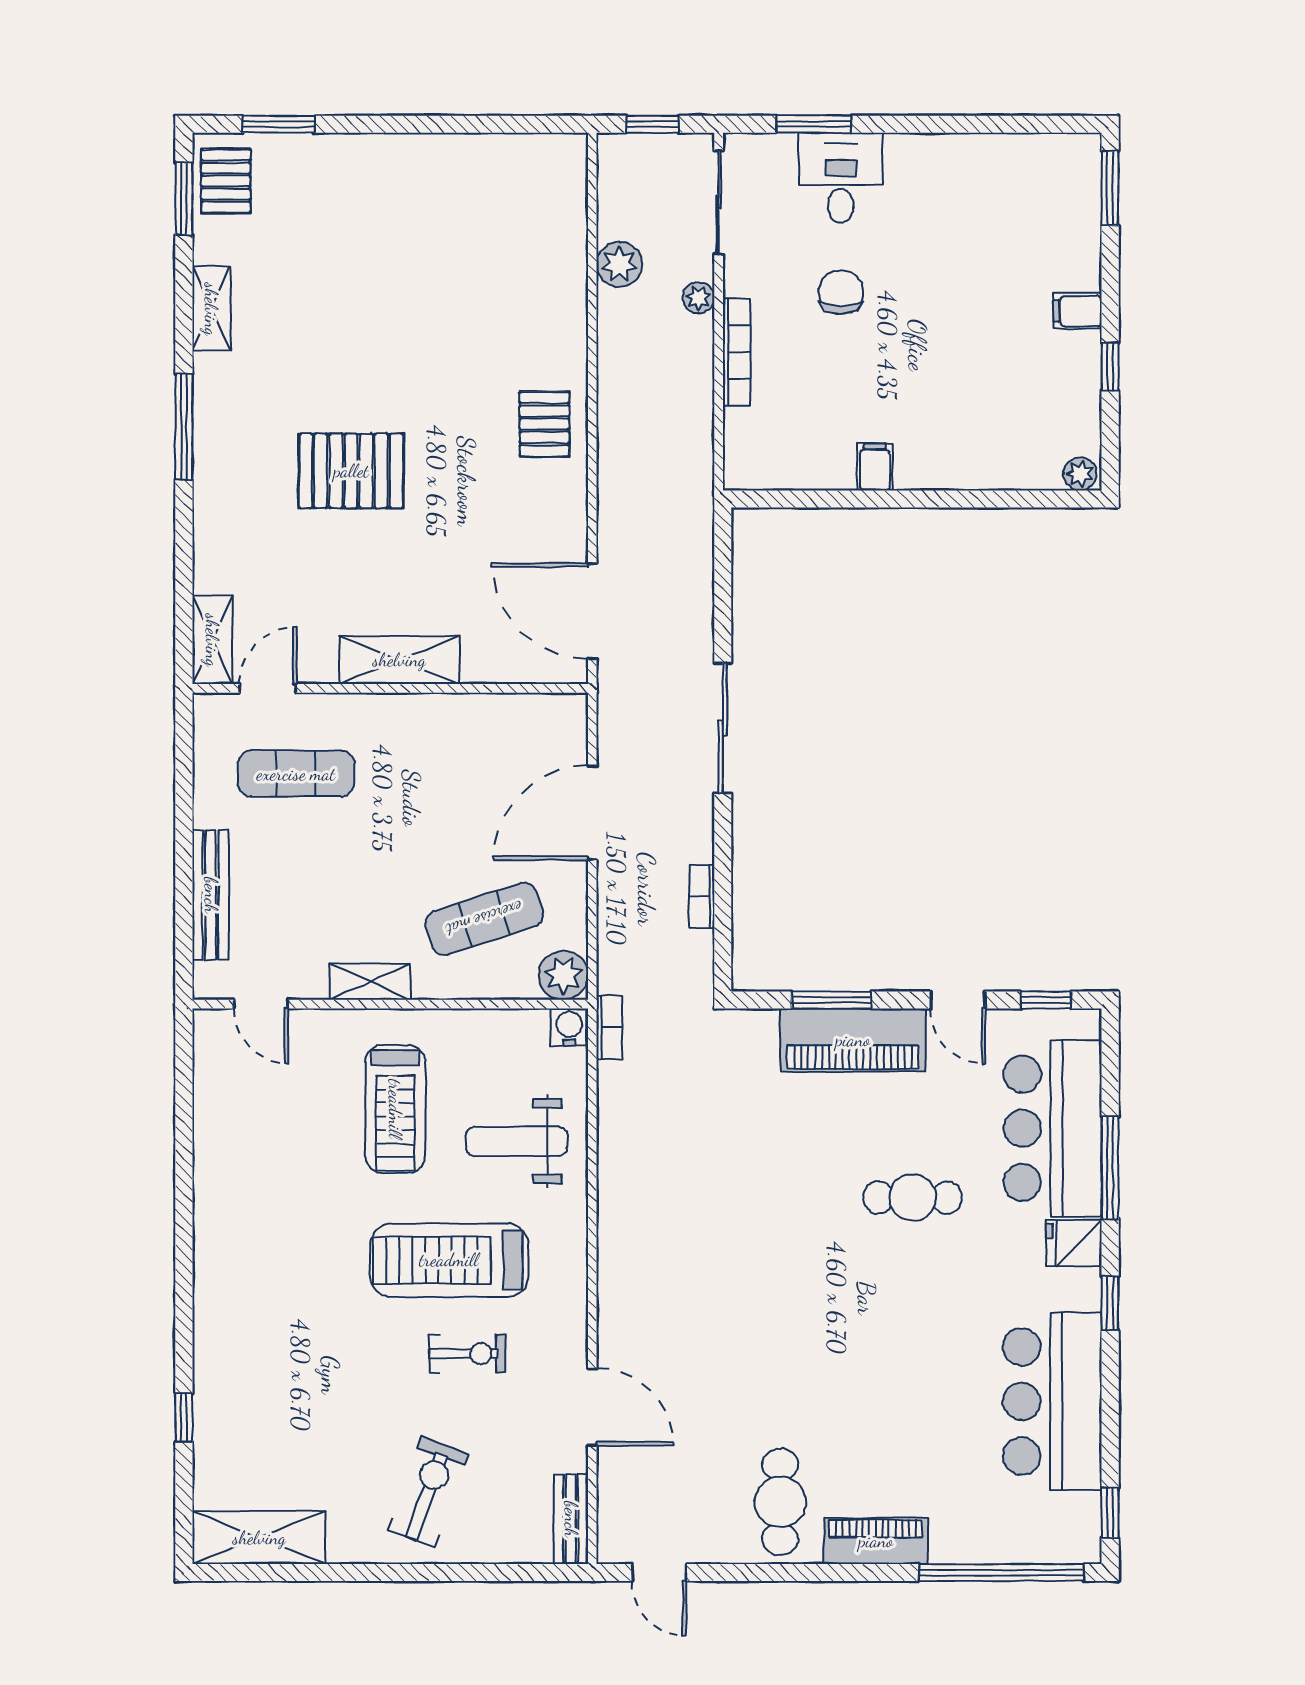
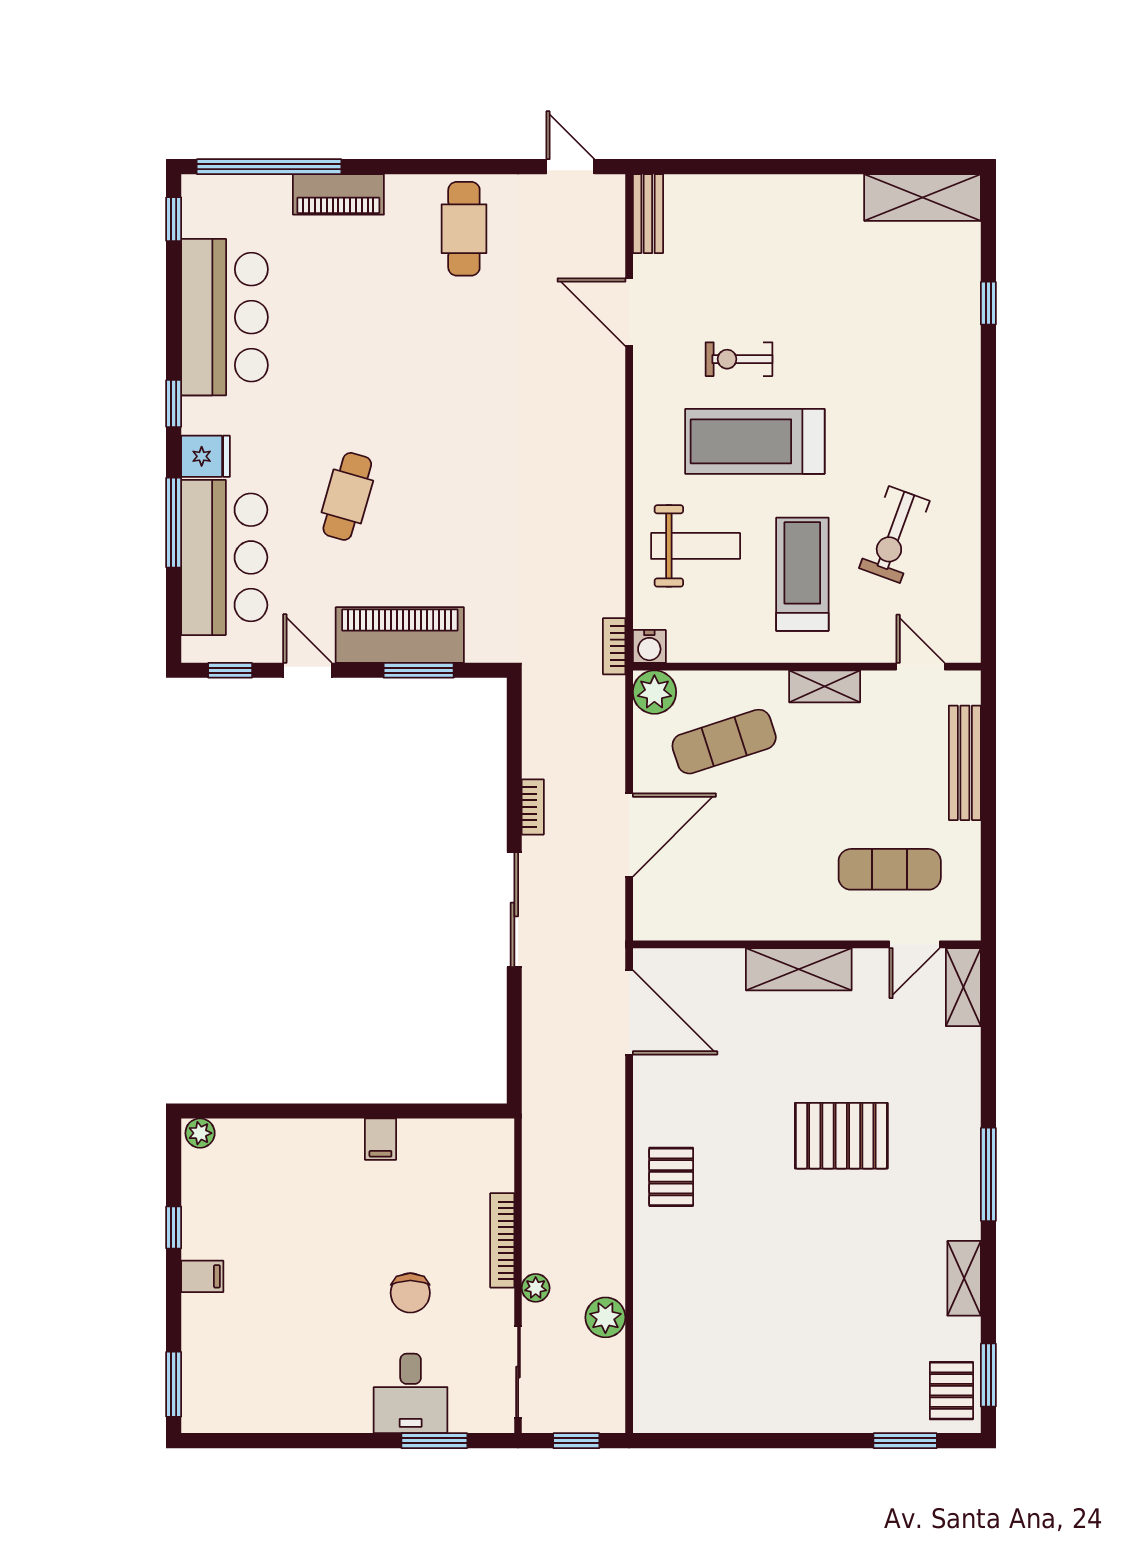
bookcase: (702, 896) -> (533, 807), moved
cafe table: (913, 1198) -> (347, 496), turned -74
treadmill: (449, 1260) -> (755, 441), turned 180
exercise bike: (428, 1492) -> (894, 535), moved
piano: (876, 1541) -> (338, 194), moved

